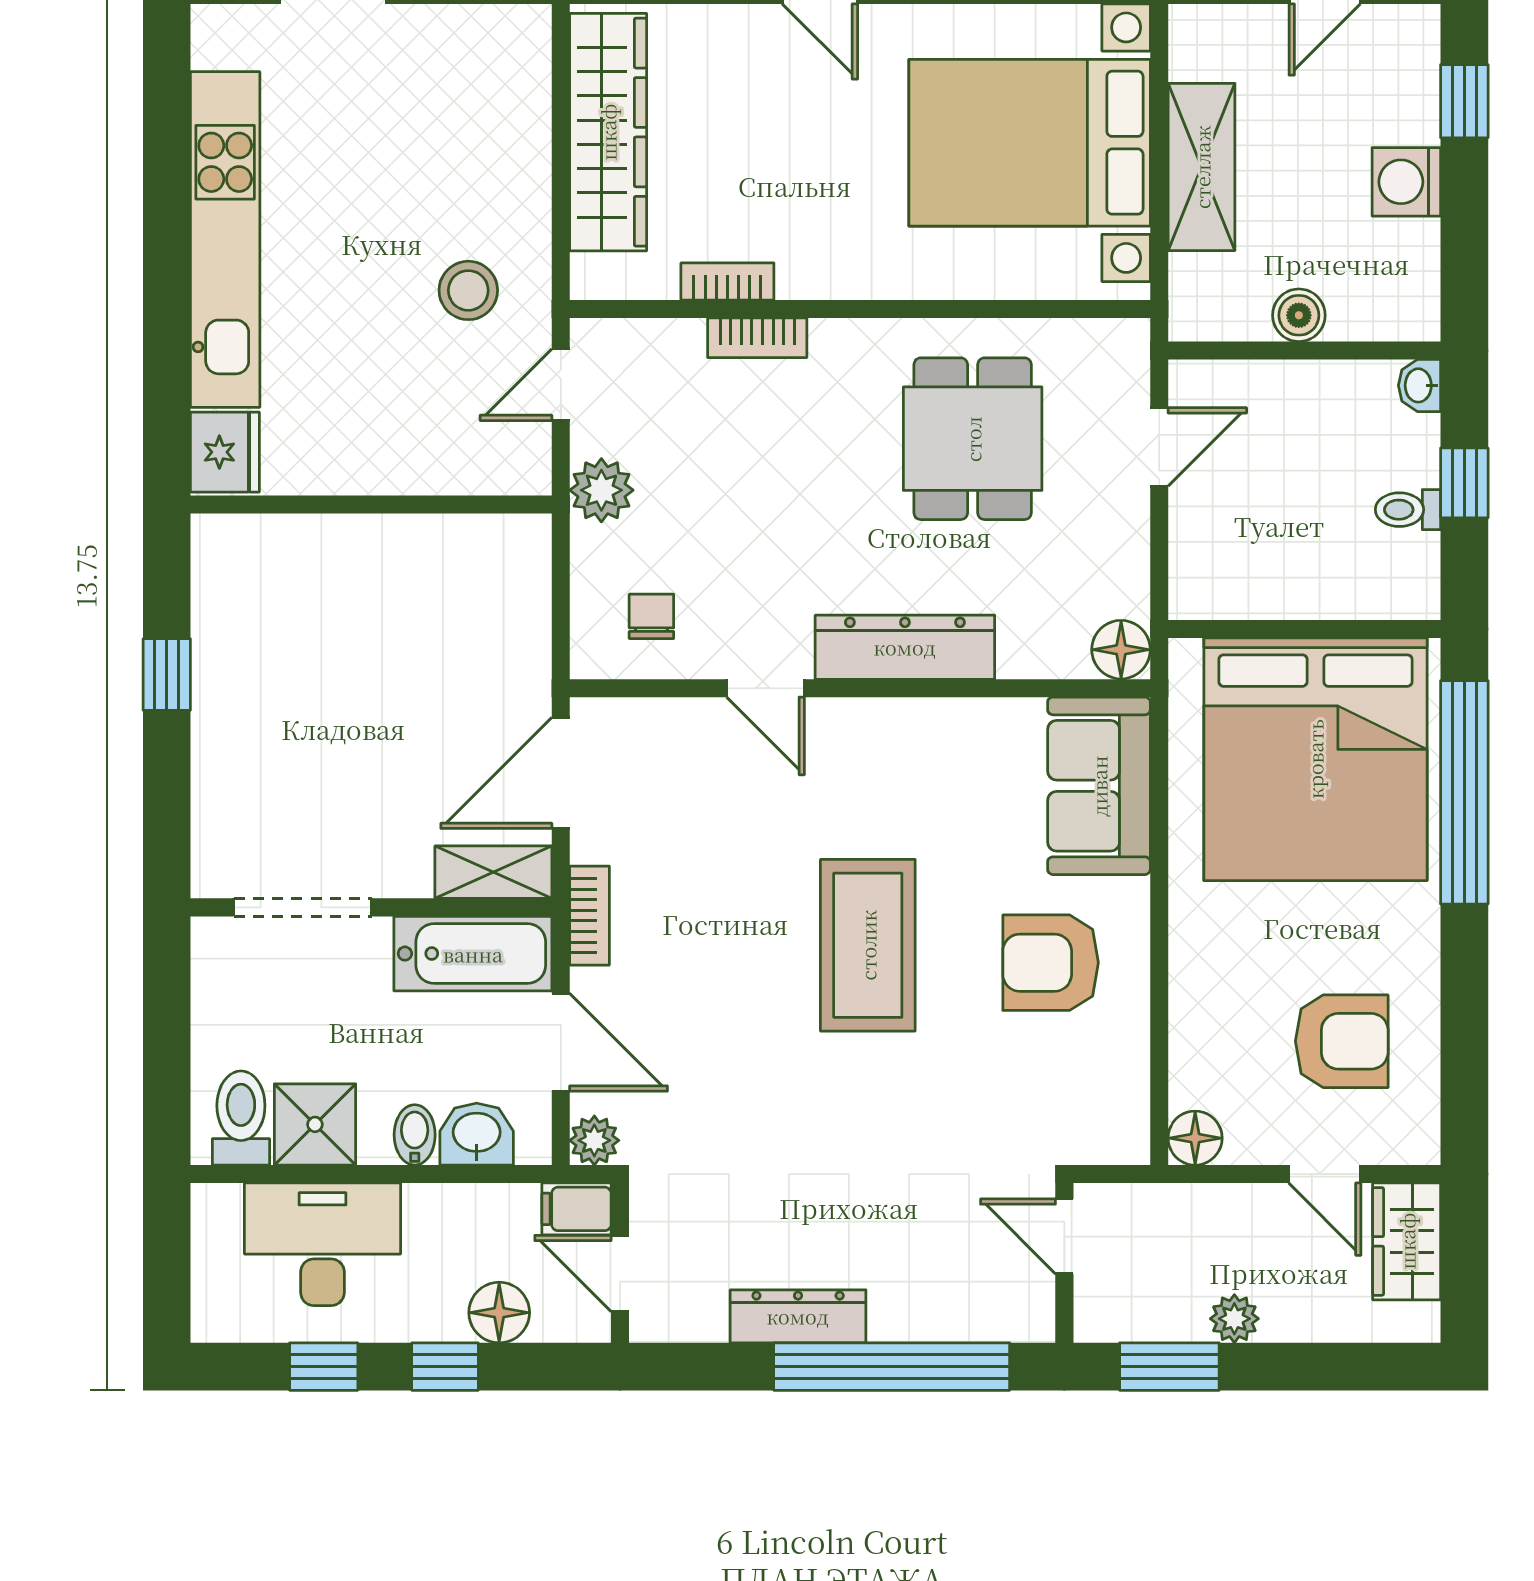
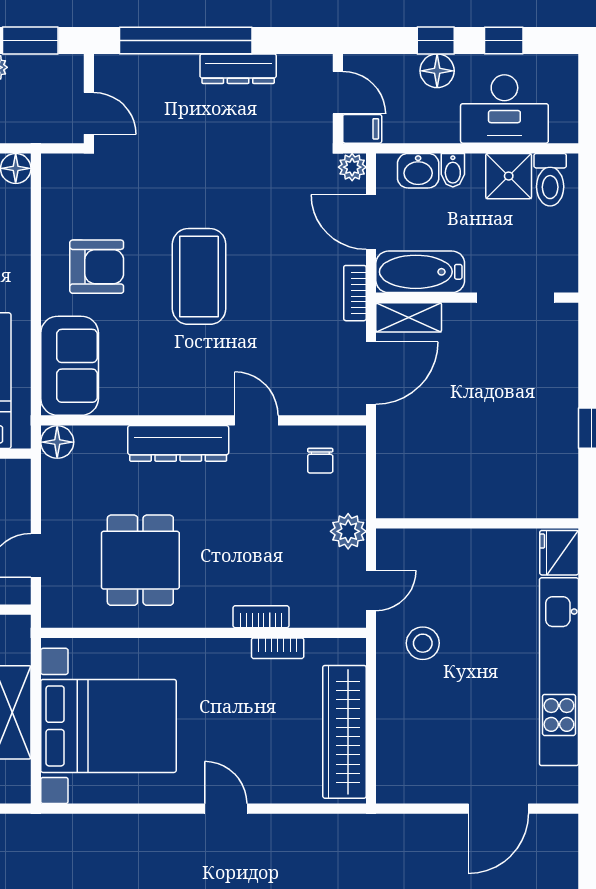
floor lamp: (499, 1313) -> (437, 71), moved

